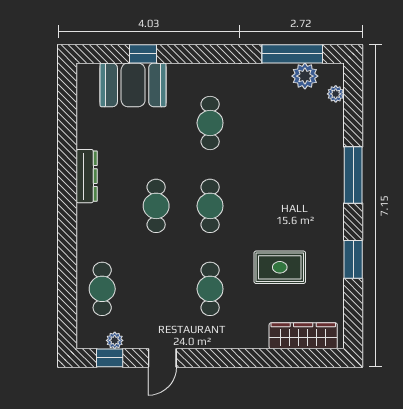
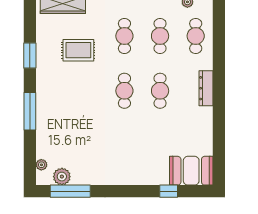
booth: (133, 85) -> (191, 171), moved
cafe table: (210, 123) -> (160, 36), moved
dresser: (87, 176) -> (206, 88), moved

